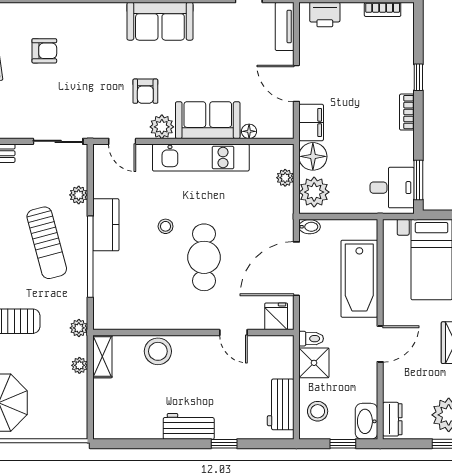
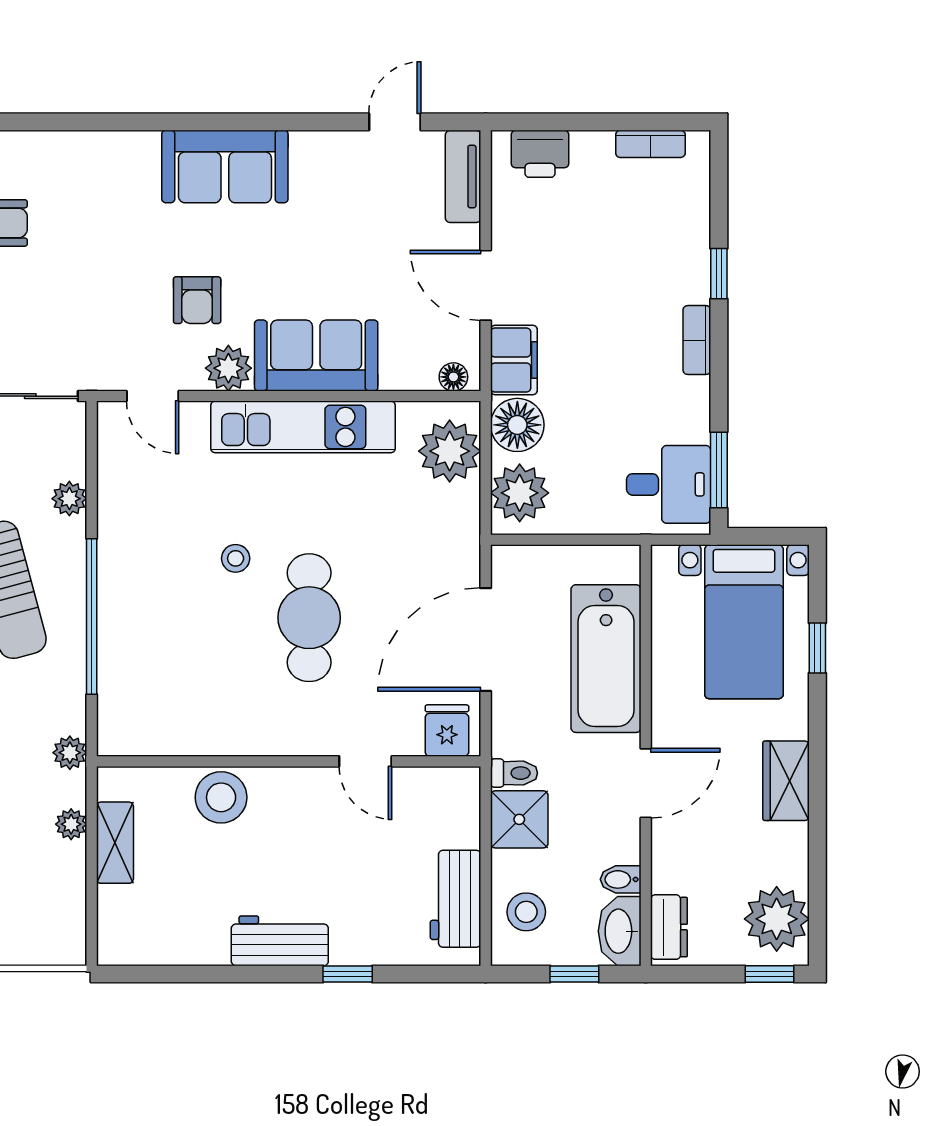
floor lamp: (249, 131) -> (453, 377), moved
plant: (285, 178) -> (450, 451), width x1.87, depth x1.87
kitchen counter: (106, 225) -> (121, 556), removed
bidet: (310, 227) -> (621, 879), moved, turned 180
shelving: (102, 356) -> (115, 843), moved

